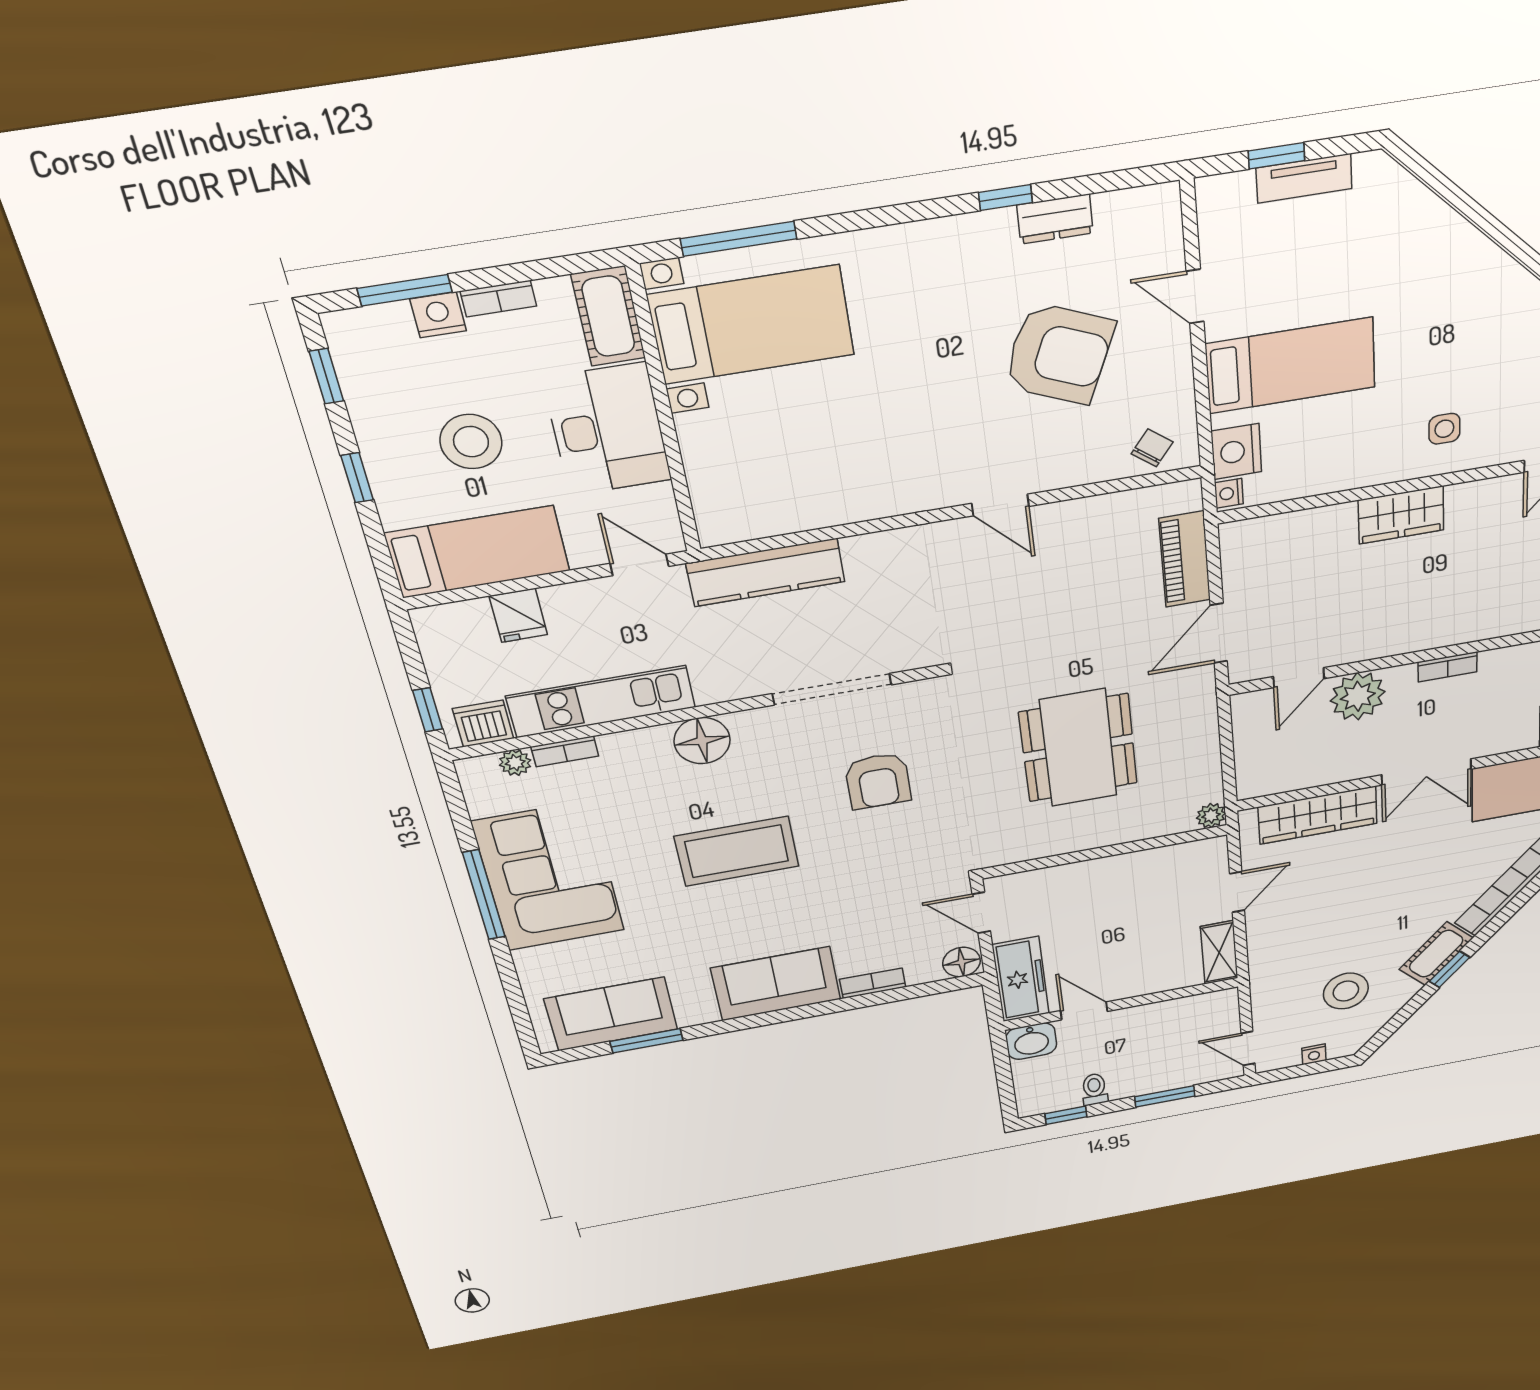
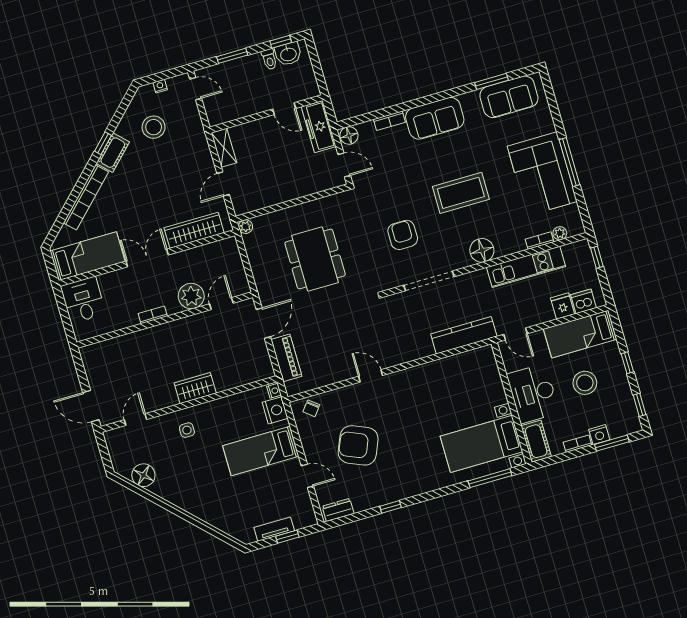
dresser: (1055, 219) -> (338, 510), moved
dishwasher: (483, 724) -> (583, 301), moved, turned 180
washbasin: (1031, 1041) -> (288, 54), moved, turned 180

